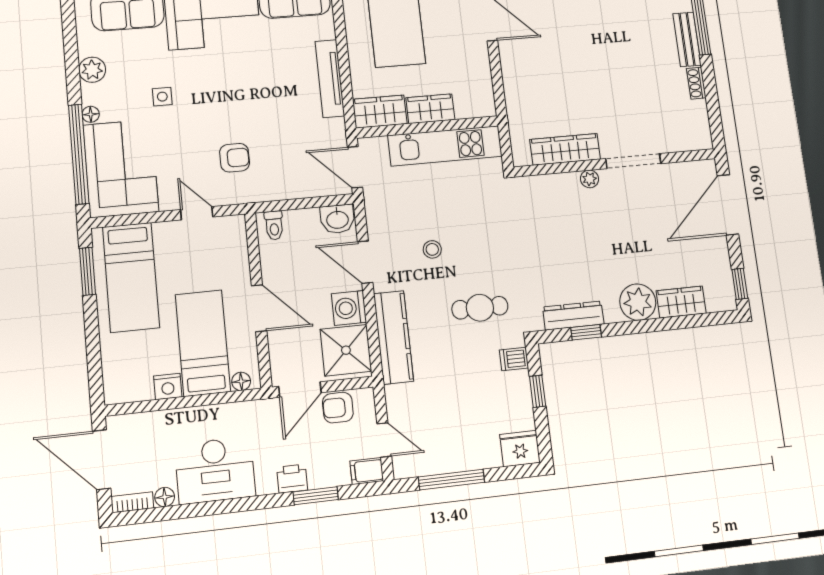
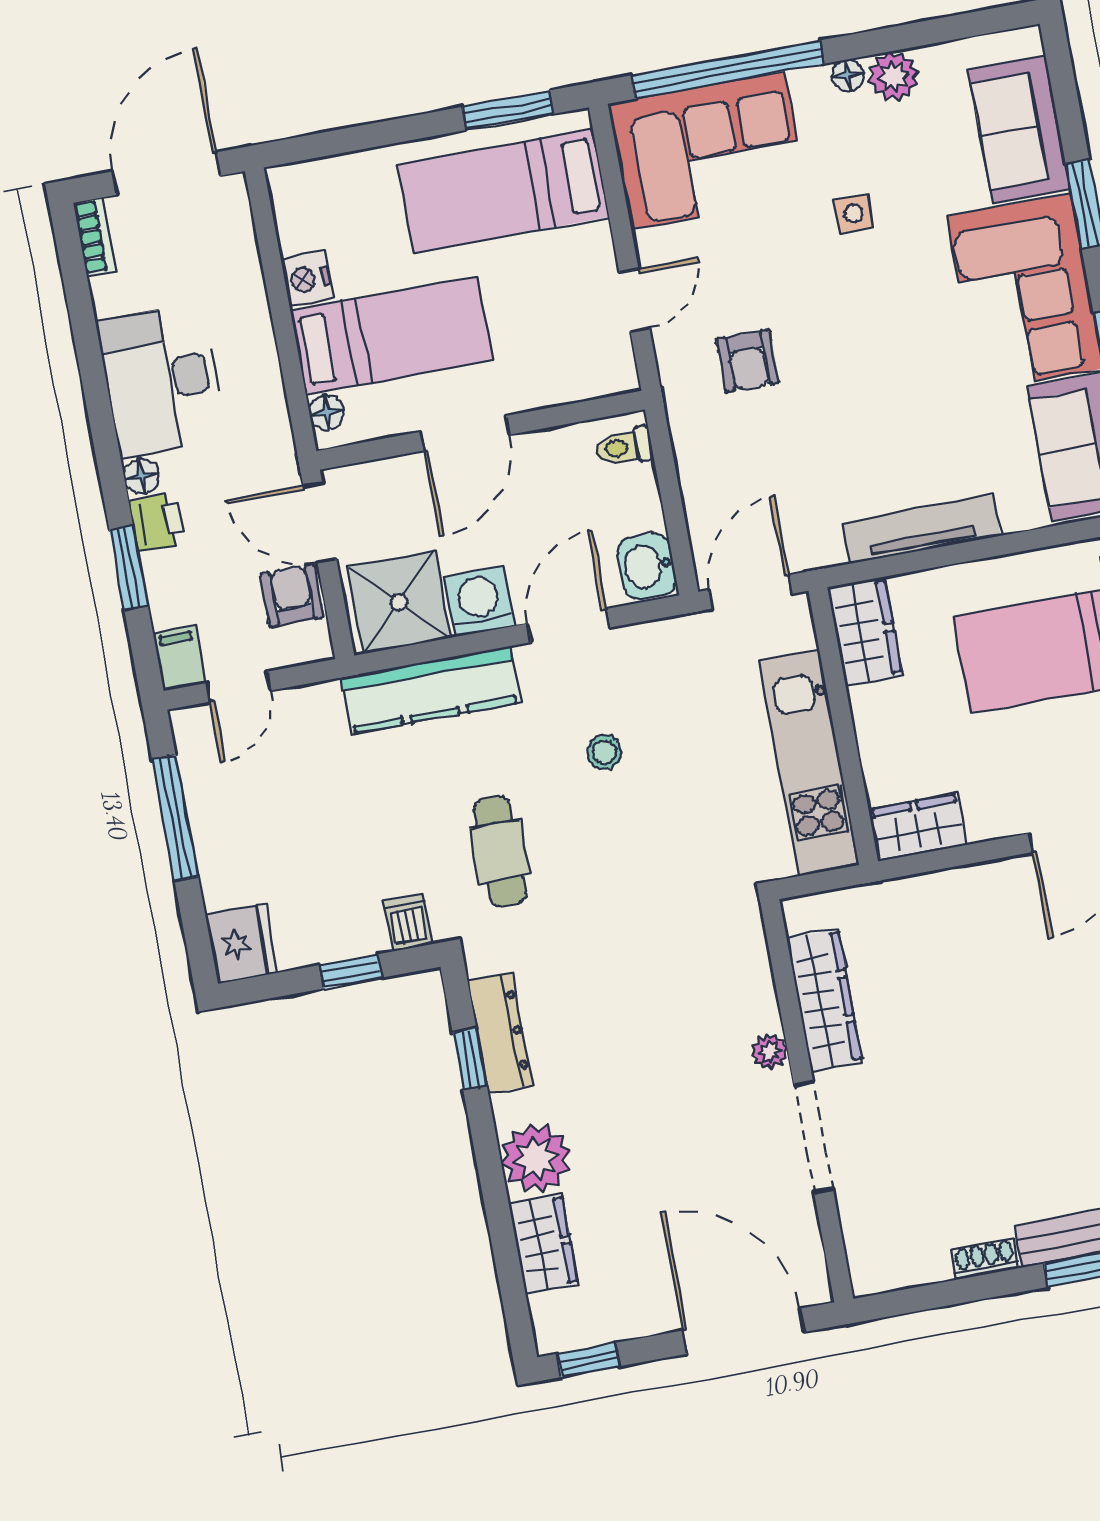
wardrobe: (430, 109) -> (918, 827), moved, turned -90
floor lamp: (91, 114) -> (848, 75), moved
floor lamp: (165, 497) -> (141, 476), moved

